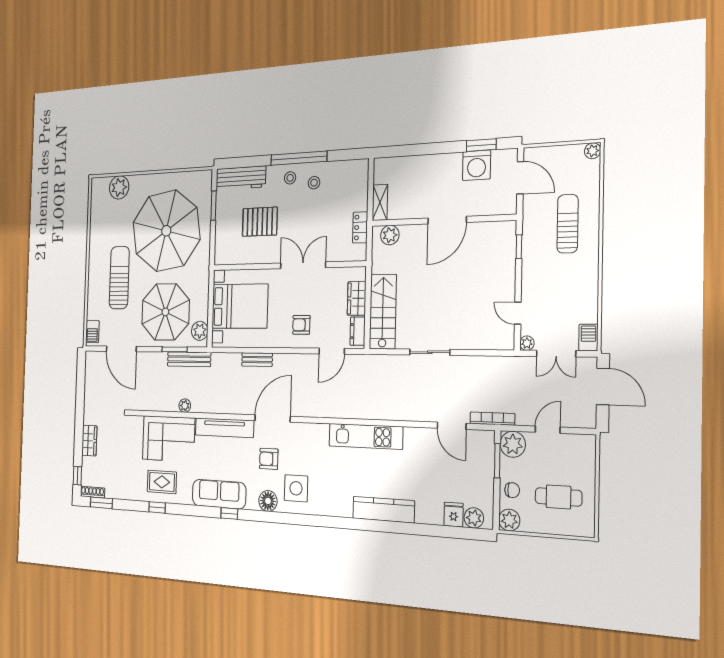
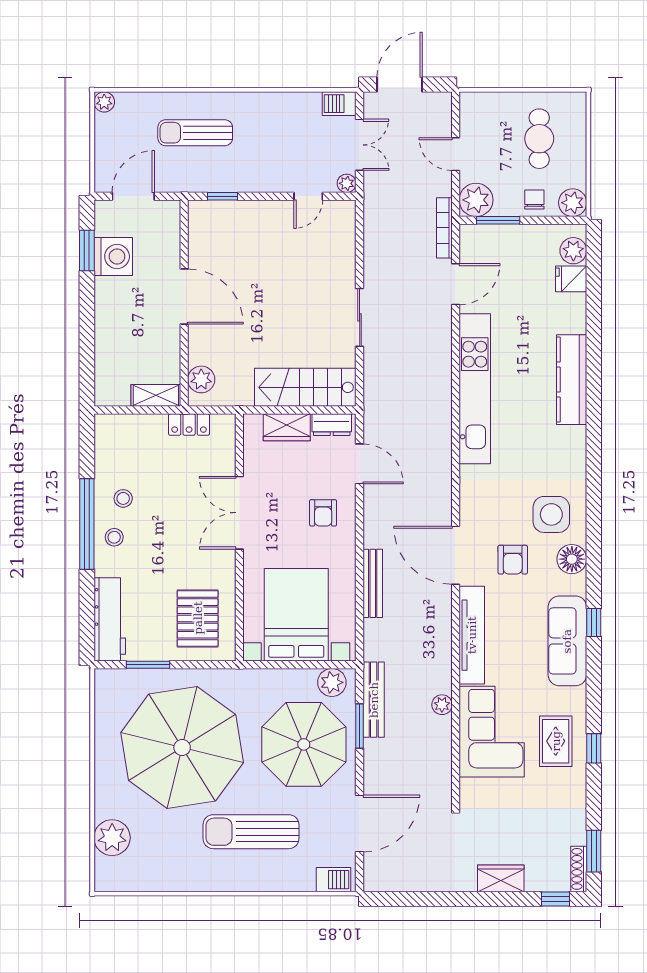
pallet: (260, 222) -> (198, 618), moved
bench: (257, 360) -> (373, 583), width x1.36
kitchen unit: (366, 436) -> (475, 389), width x1.36

